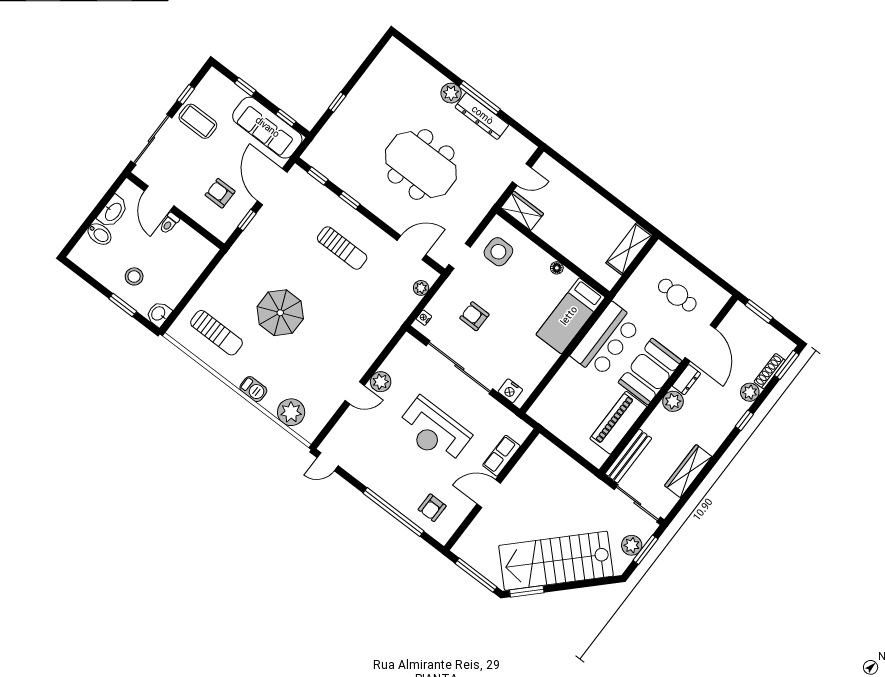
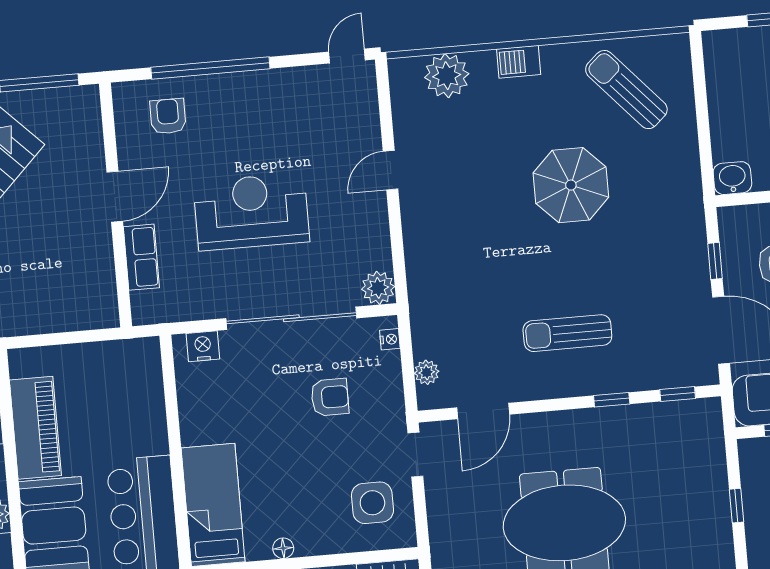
washbasin: (159, 314) -> (732, 178), moved, turned -90
sun lounger: (216, 333) -> (626, 90), turned 48
plant: (381, 382) -> (378, 288), moved

